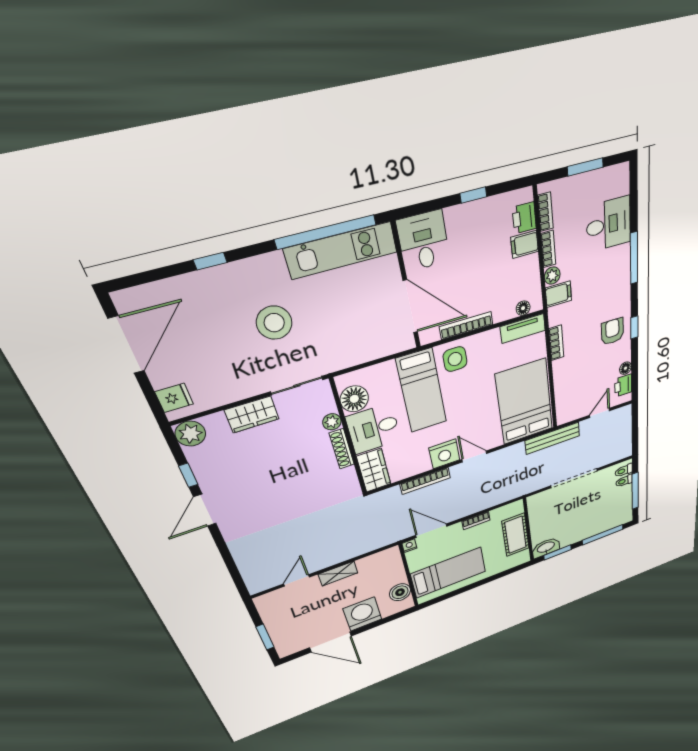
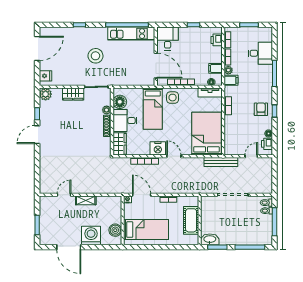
filing cabinet: (525, 244) -> (215, 68), moved

